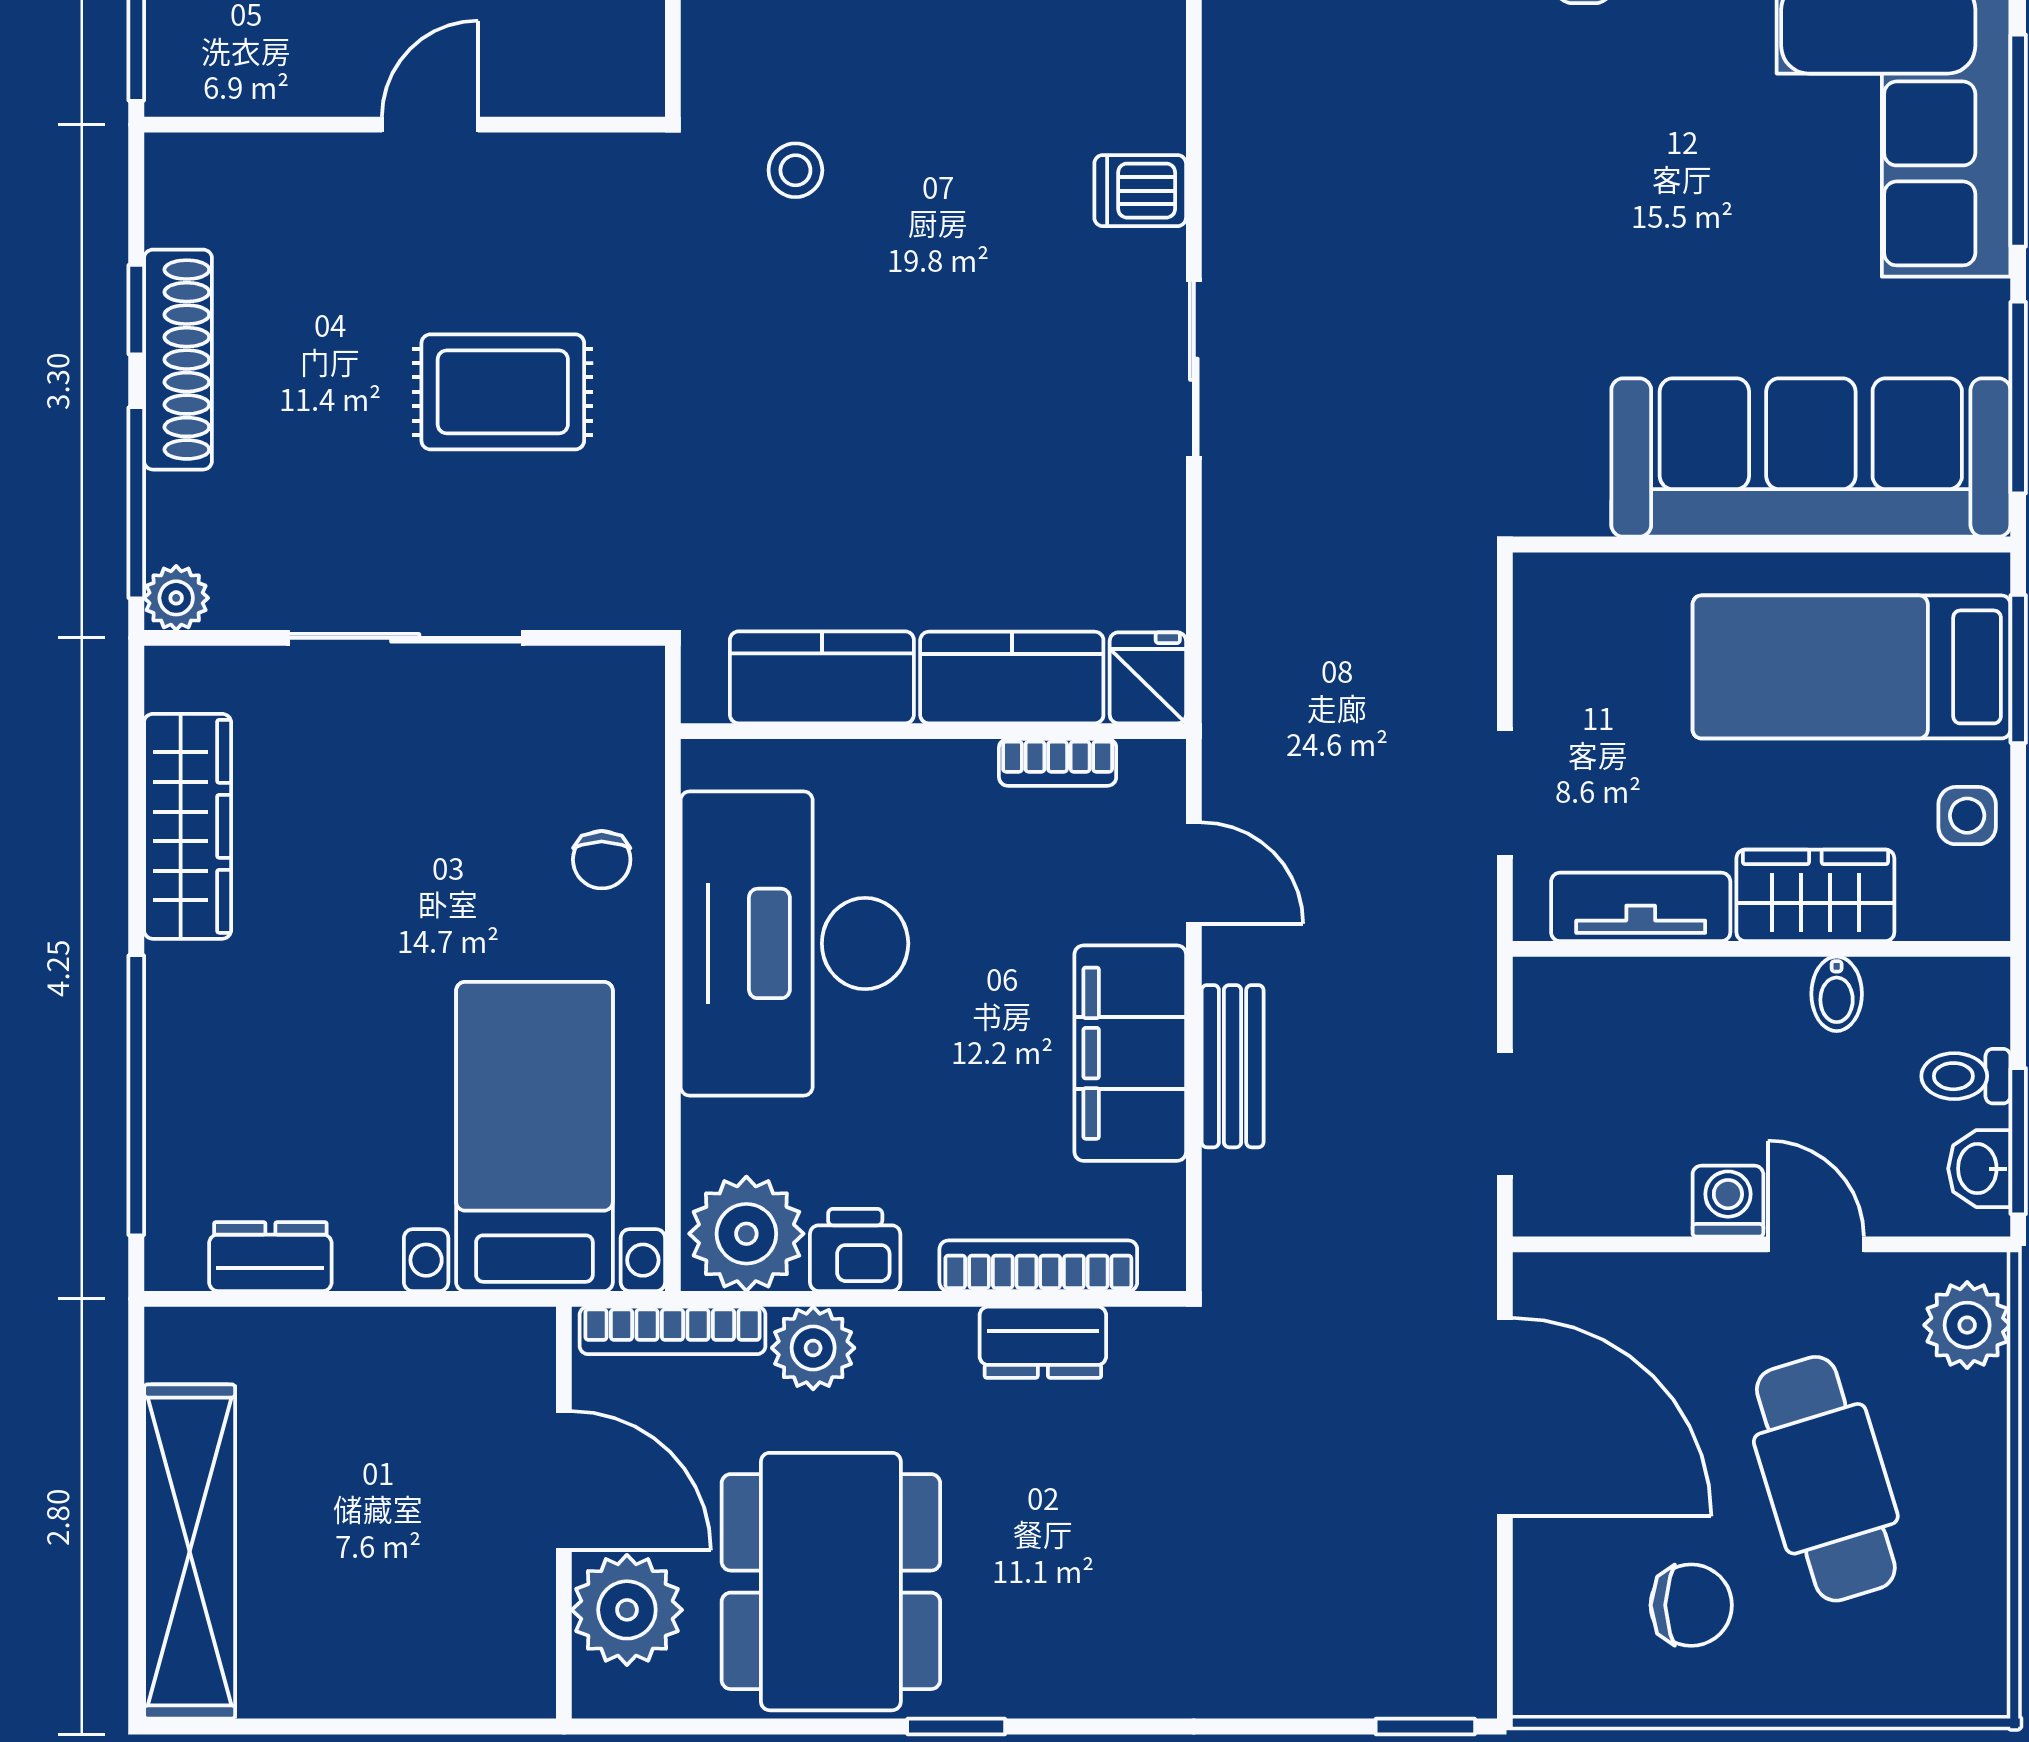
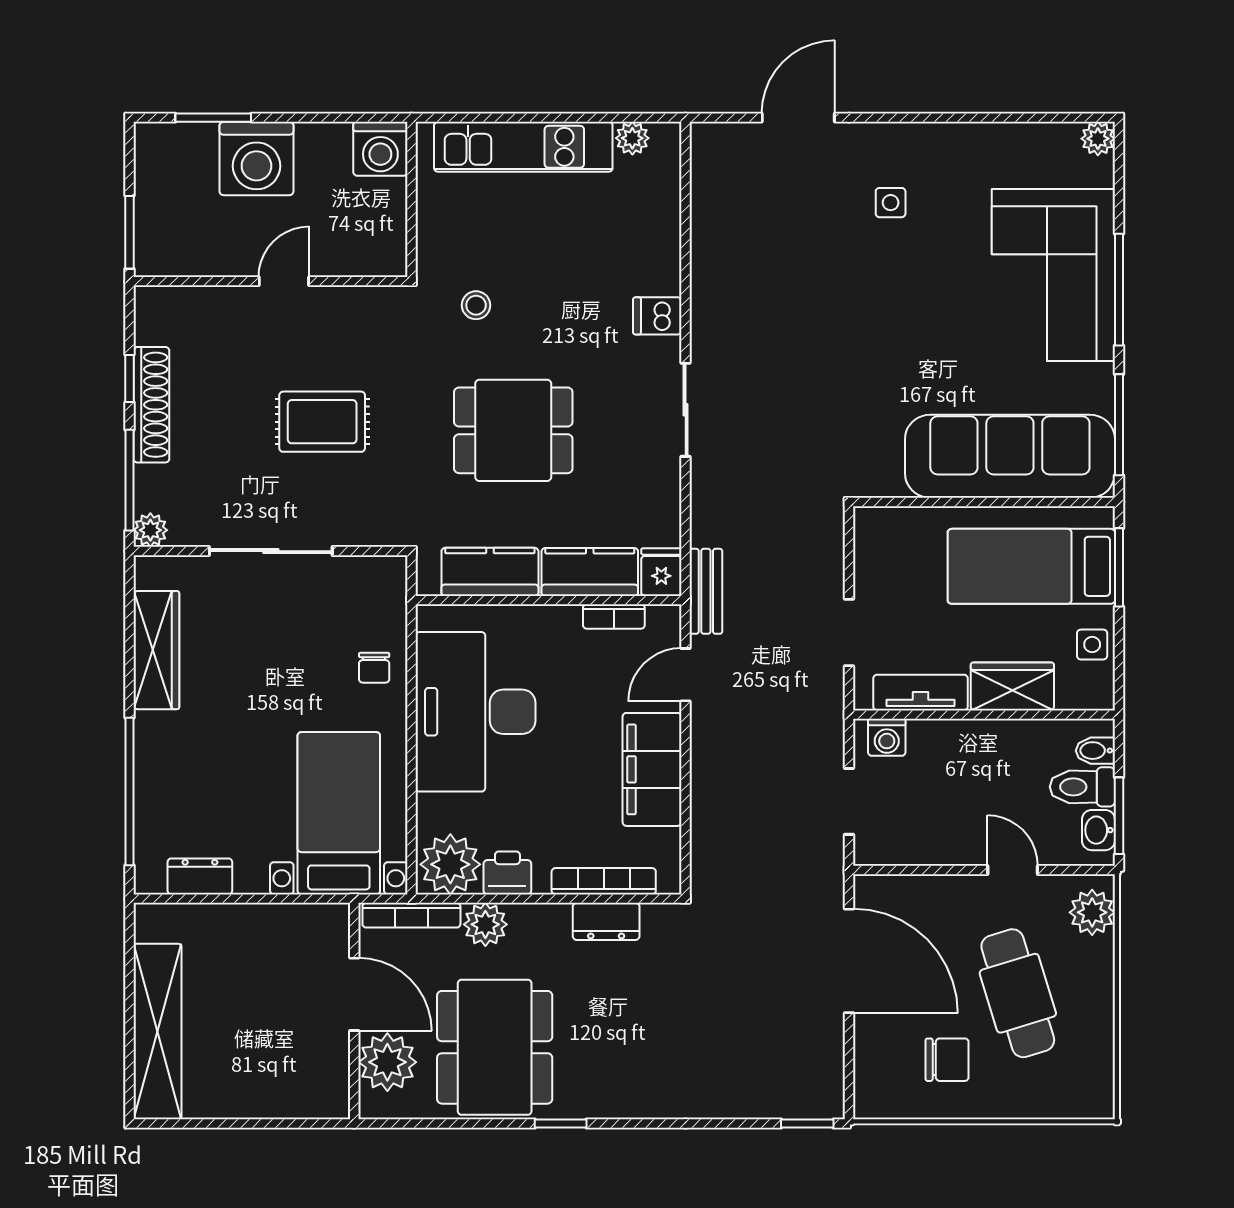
dining table: (866, 408) -> (513, 430), added
door: (1194, 873) -> (686, 675), swing flipped
bidet: (1837, 994) -> (1095, 751), moved, turned 90
bench: (1233, 1066) -> (706, 591), moved
toilet: (1966, 1076) -> (1082, 787), width x1.37, depth x1.39
washing machine: (1728, 1201) -> (887, 737), moved, turned 180

